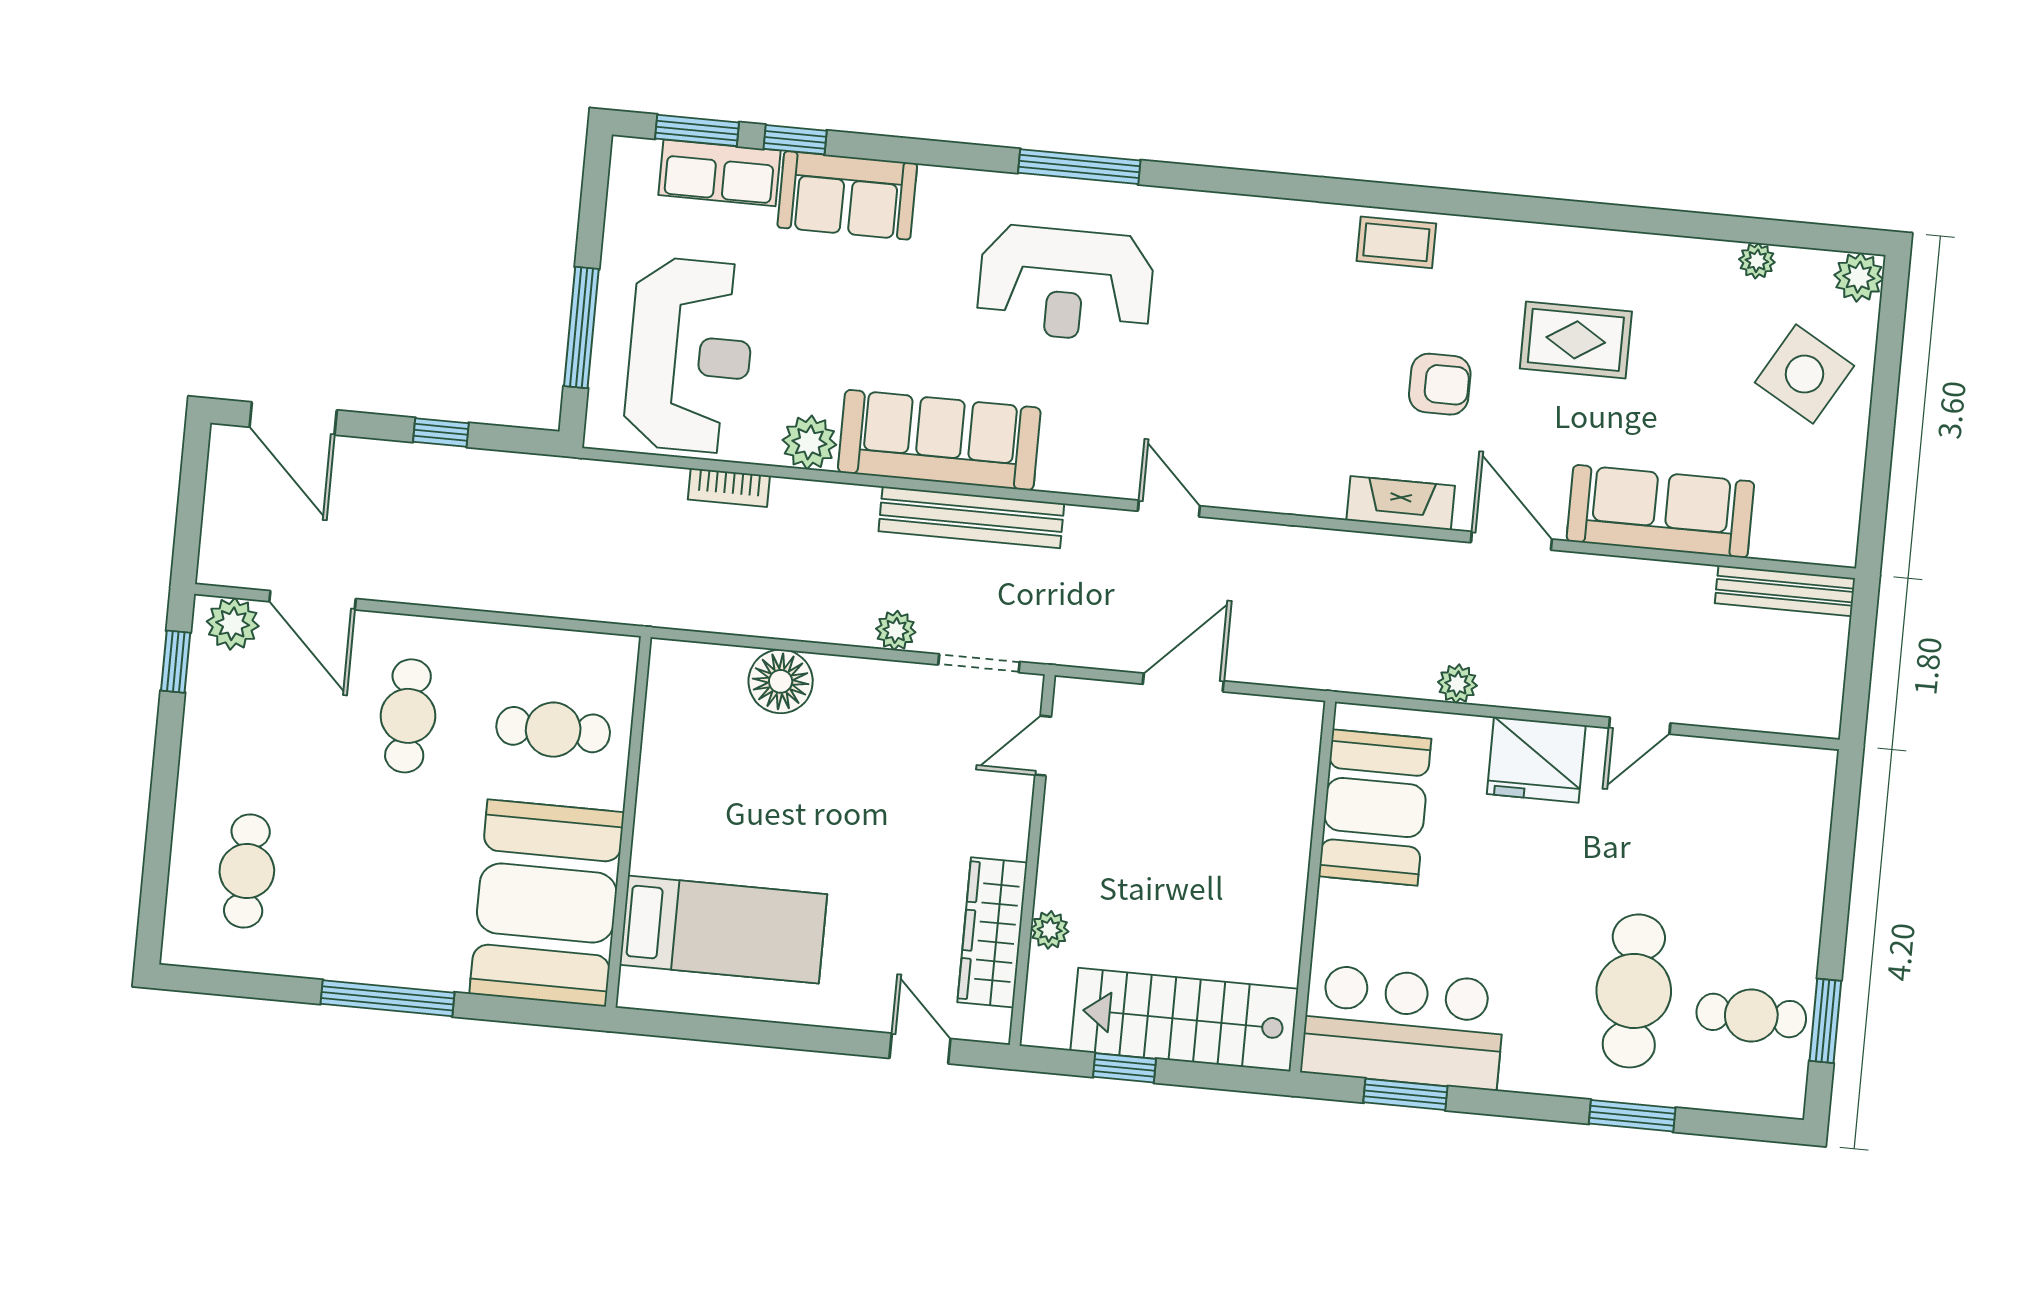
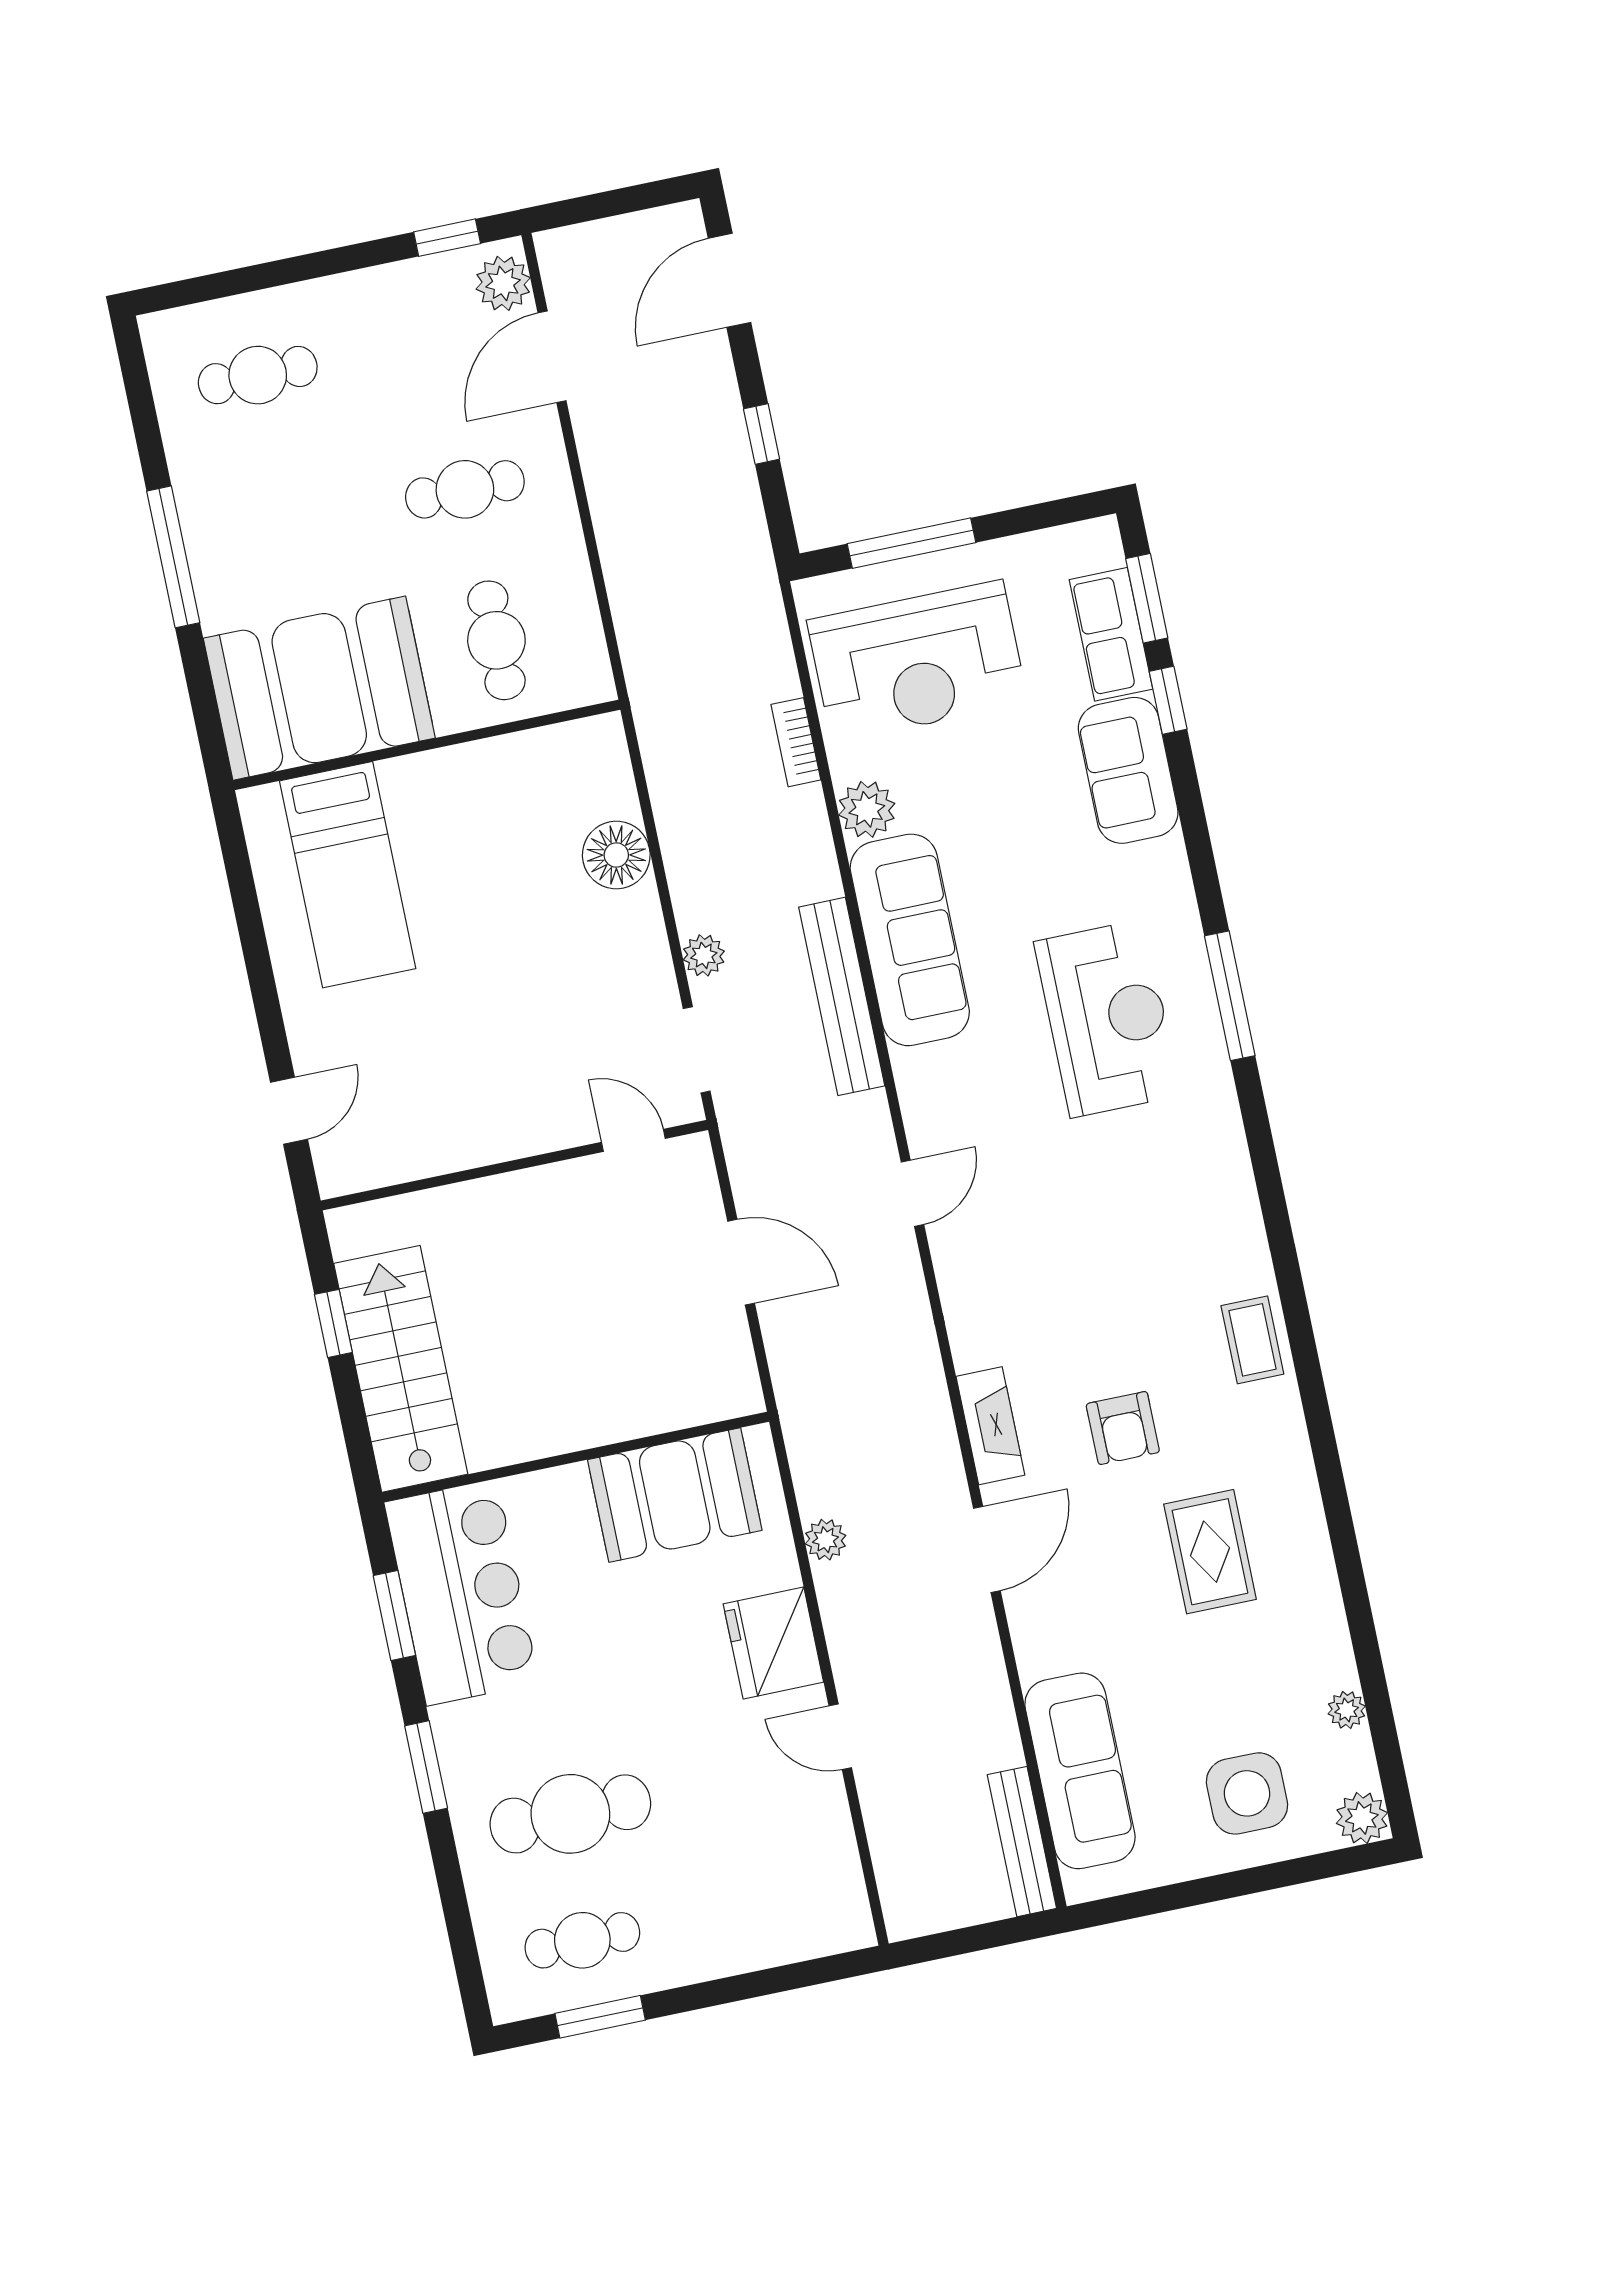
reception desk: (1066, 284) -> (1107, 1019), turned 180
side table: (1804, 374) -> (1247, 1793), turned -30
sofa: (1660, 511) -> (1080, 1771), moved
plant: (1050, 930) -> (449, 1205), removed
wardrobe: (992, 932) -> (429, 1148), removed
cafe table: (1751, 1015) -> (582, 1940), turned 90
window: (1632, 1116) -> (426, 1767), moved

